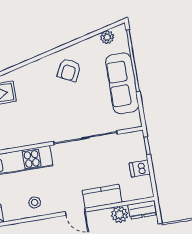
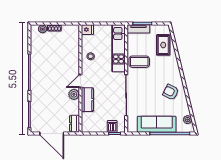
coffee table: (30, 126) -> (139, 62), added
dishwasher: (140, 169) -> (112, 126), moved
plant: (120, 215) -> (74, 94), moved

